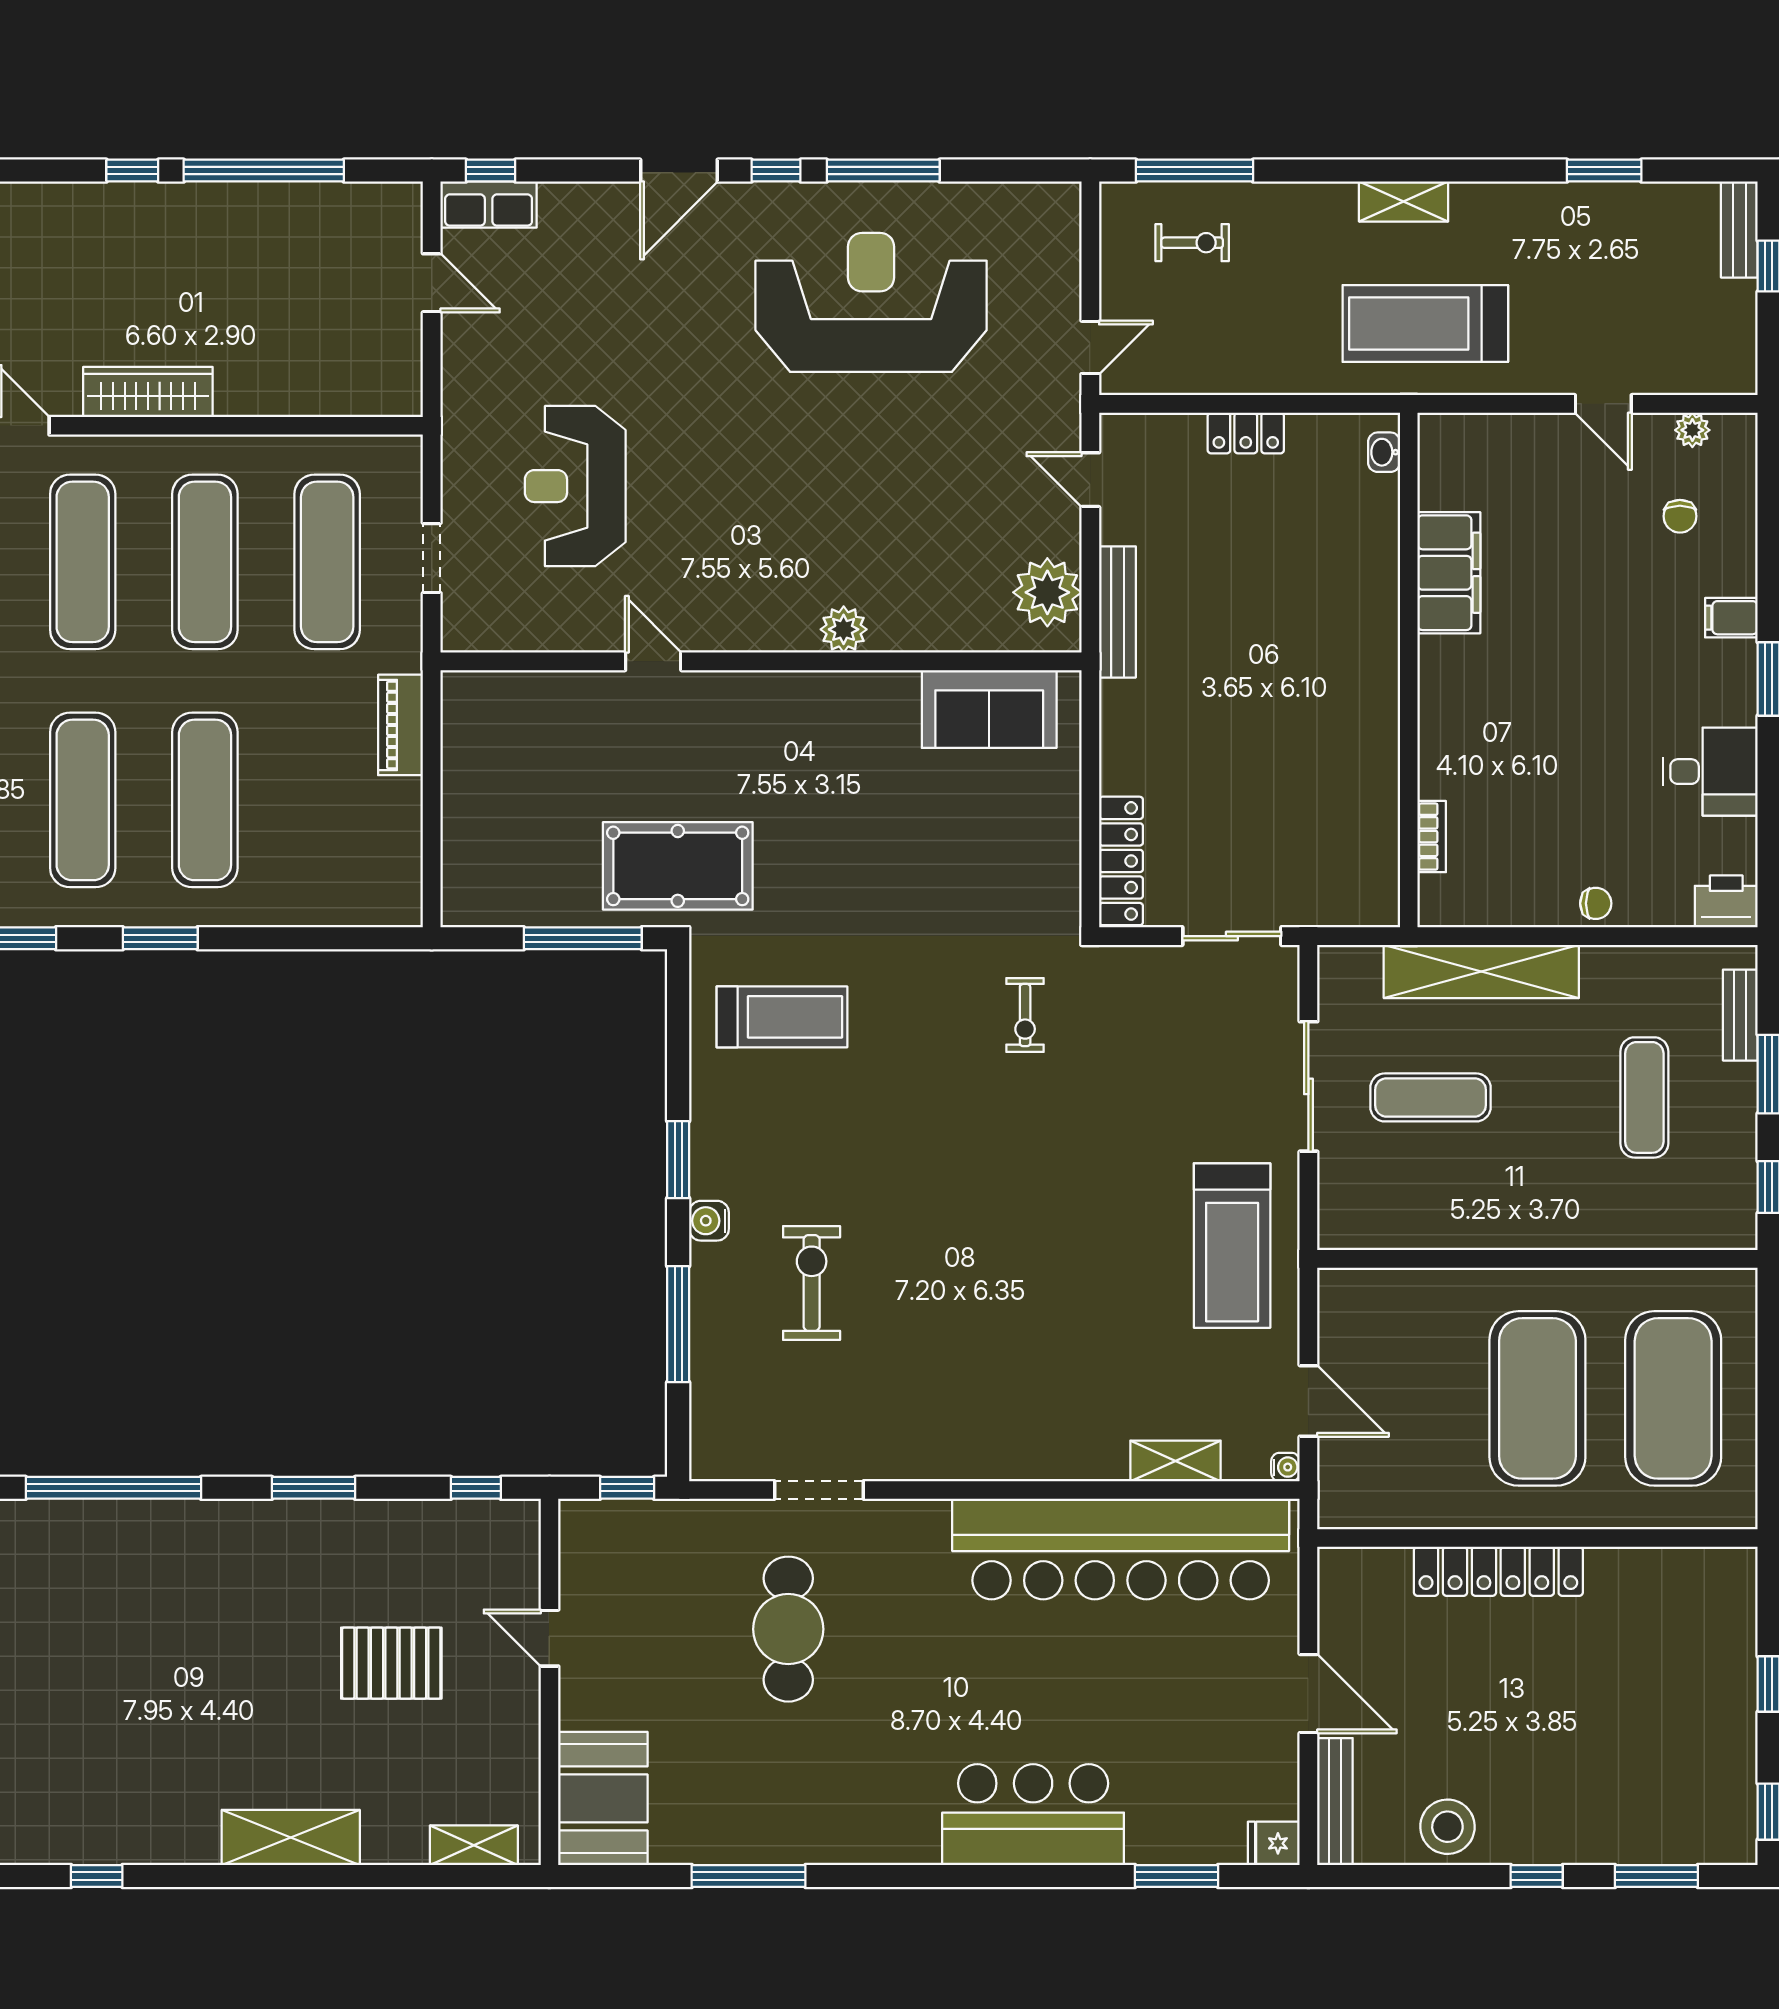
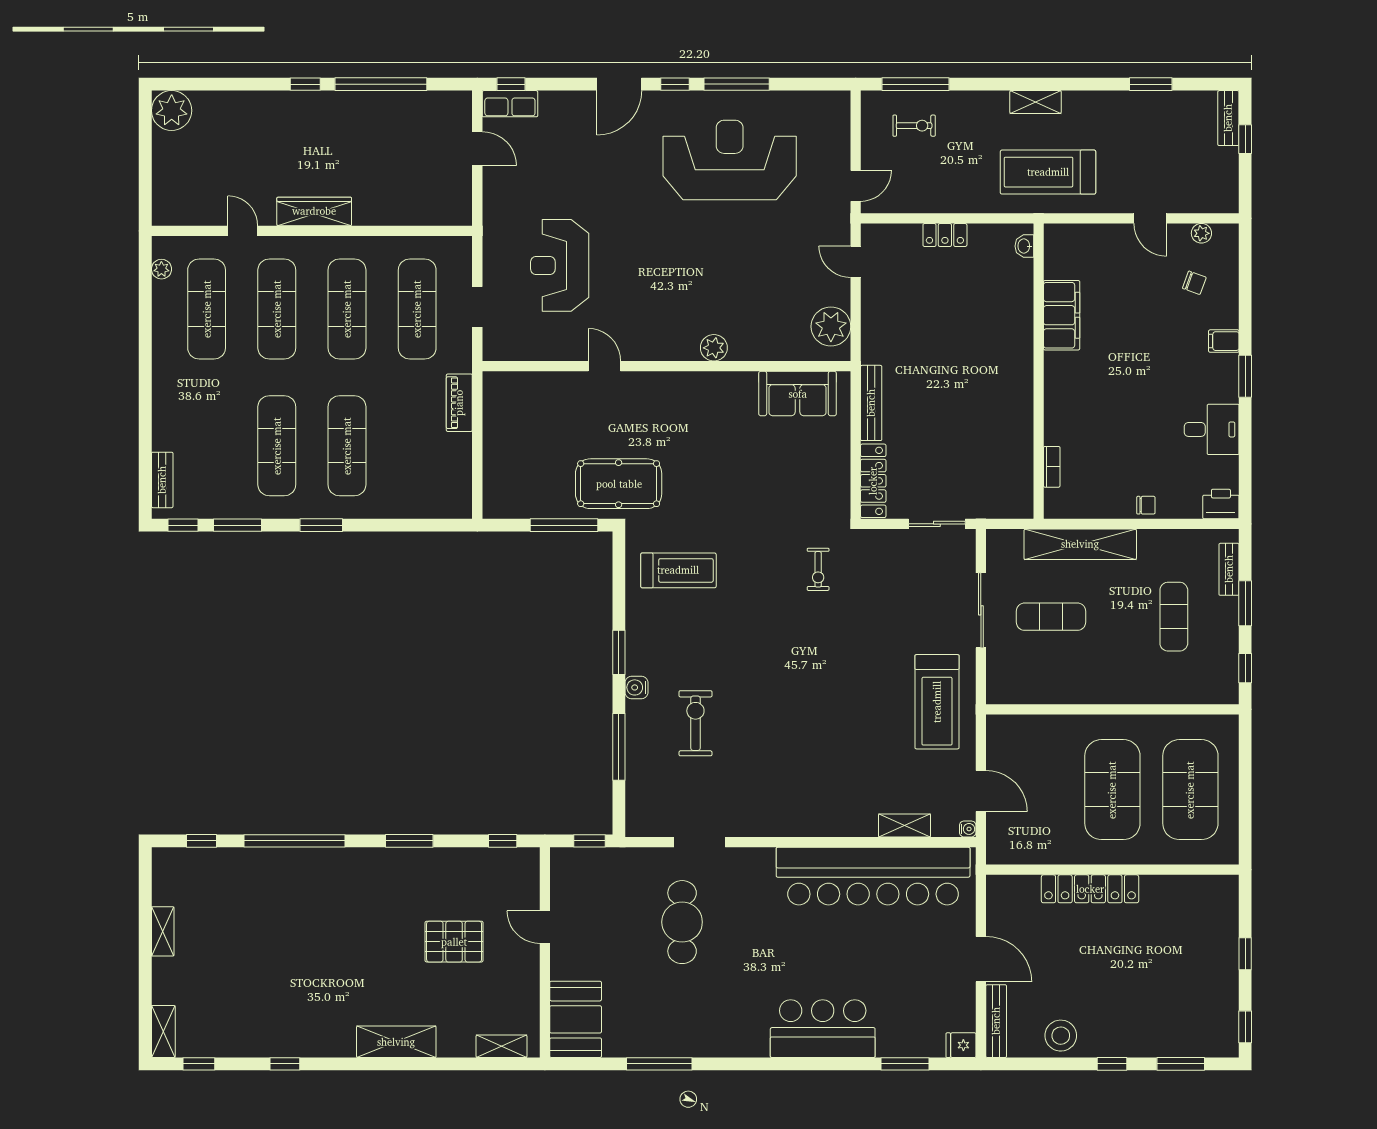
chair: (1680, 516) -> (1194, 283), turned -70
bench: (1117, 612) -> (871, 403), moved

